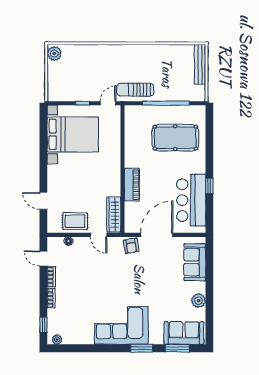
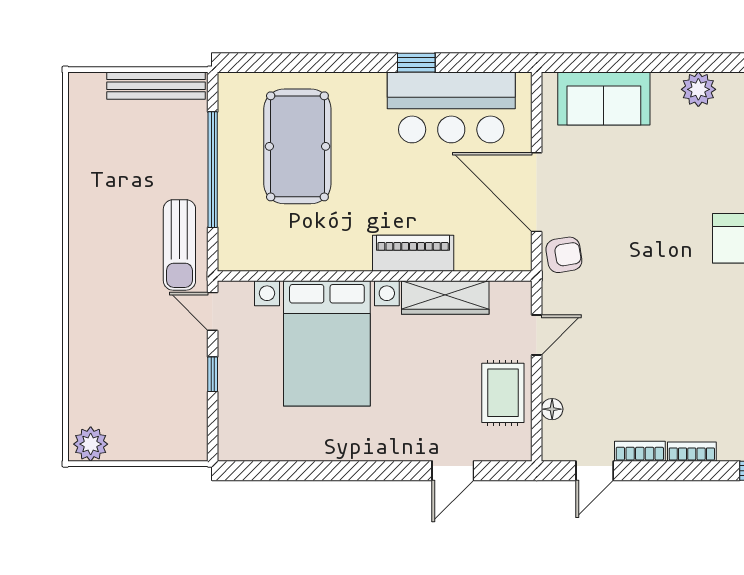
bench: (200, 64) -> (156, 86), moved
bed with nightstands: (73, 134) -> (327, 343), moved, turned 180
wardrobe: (114, 215) -> (445, 298), moved

